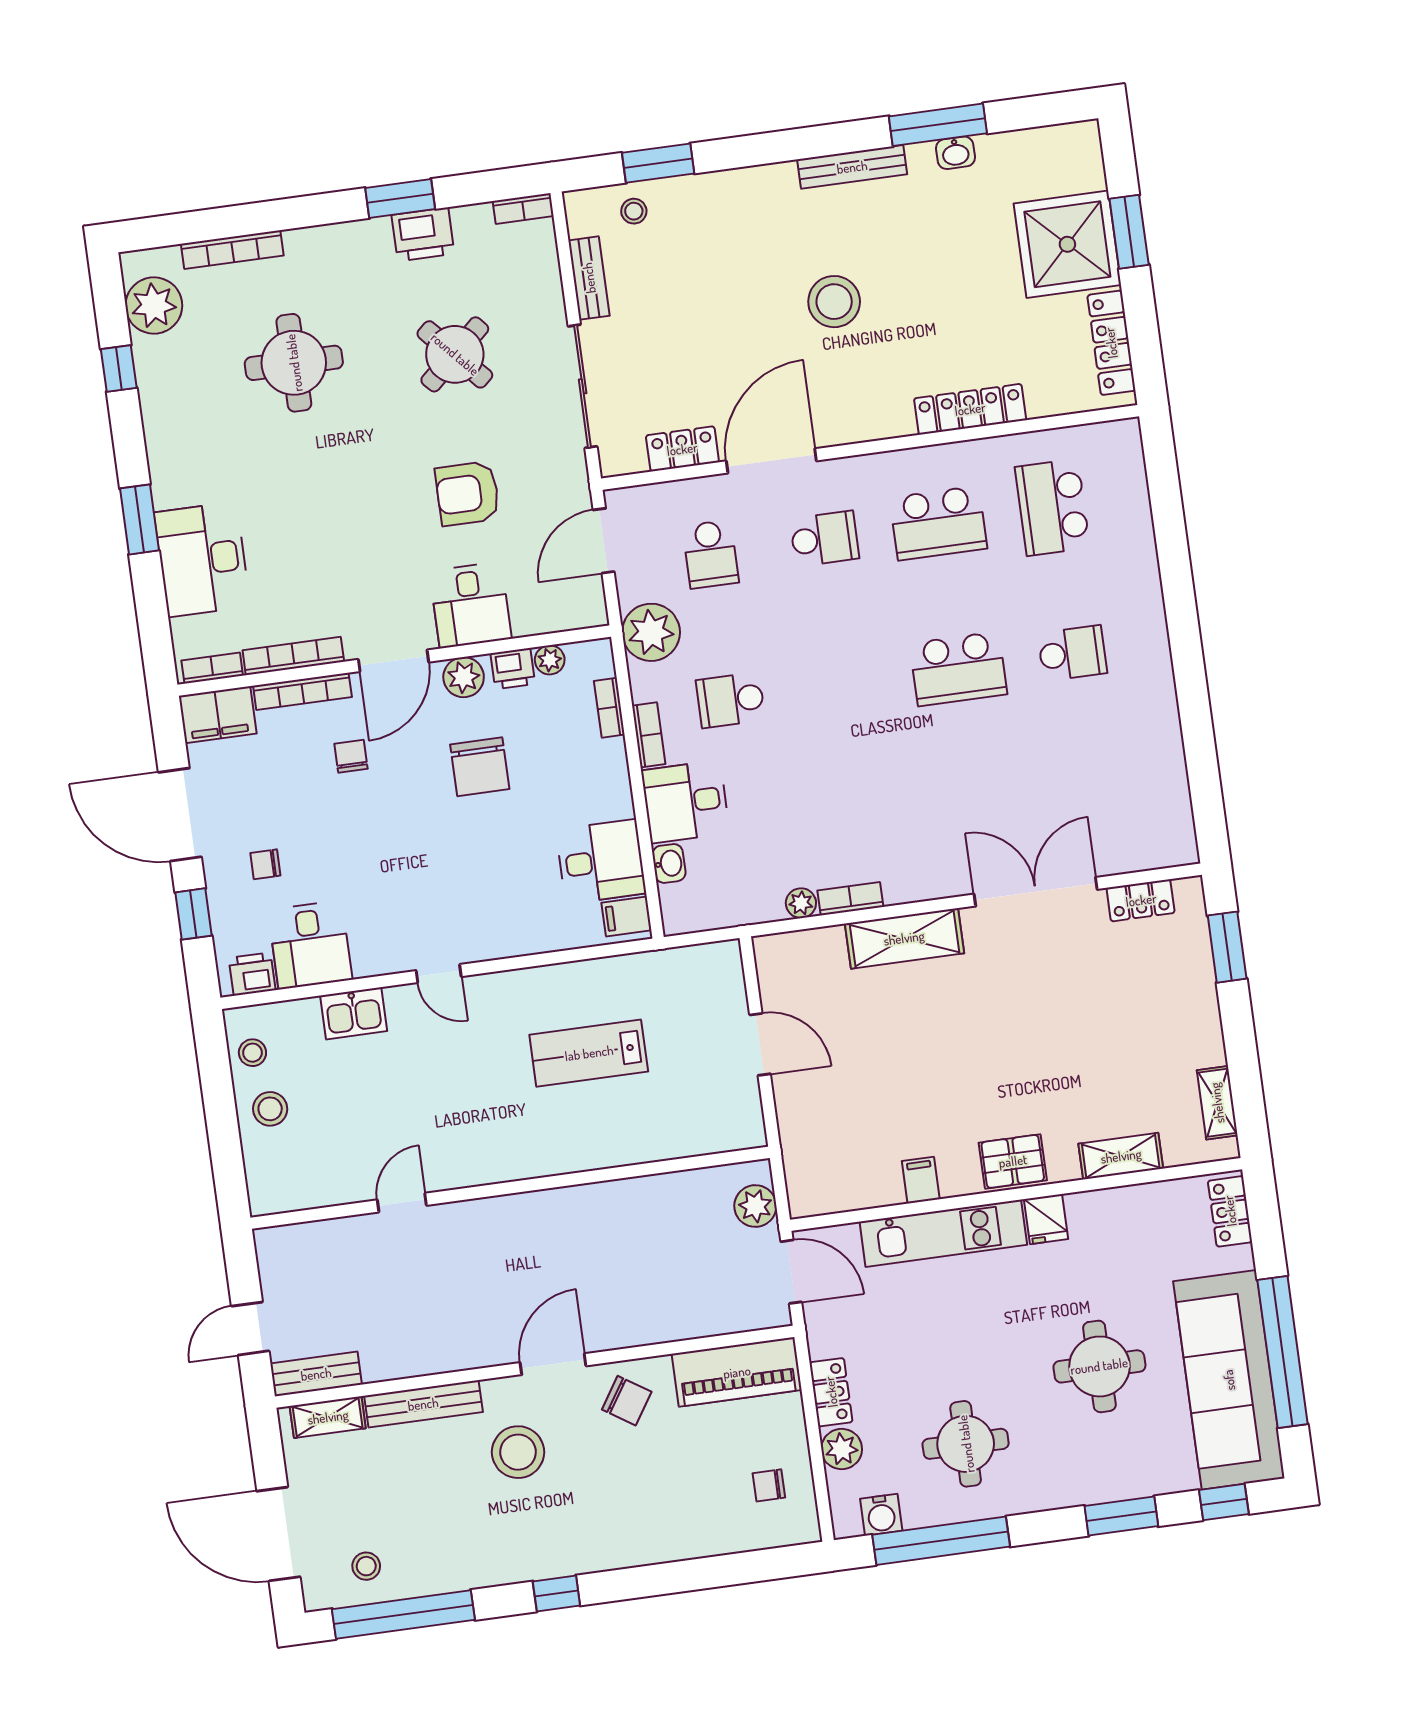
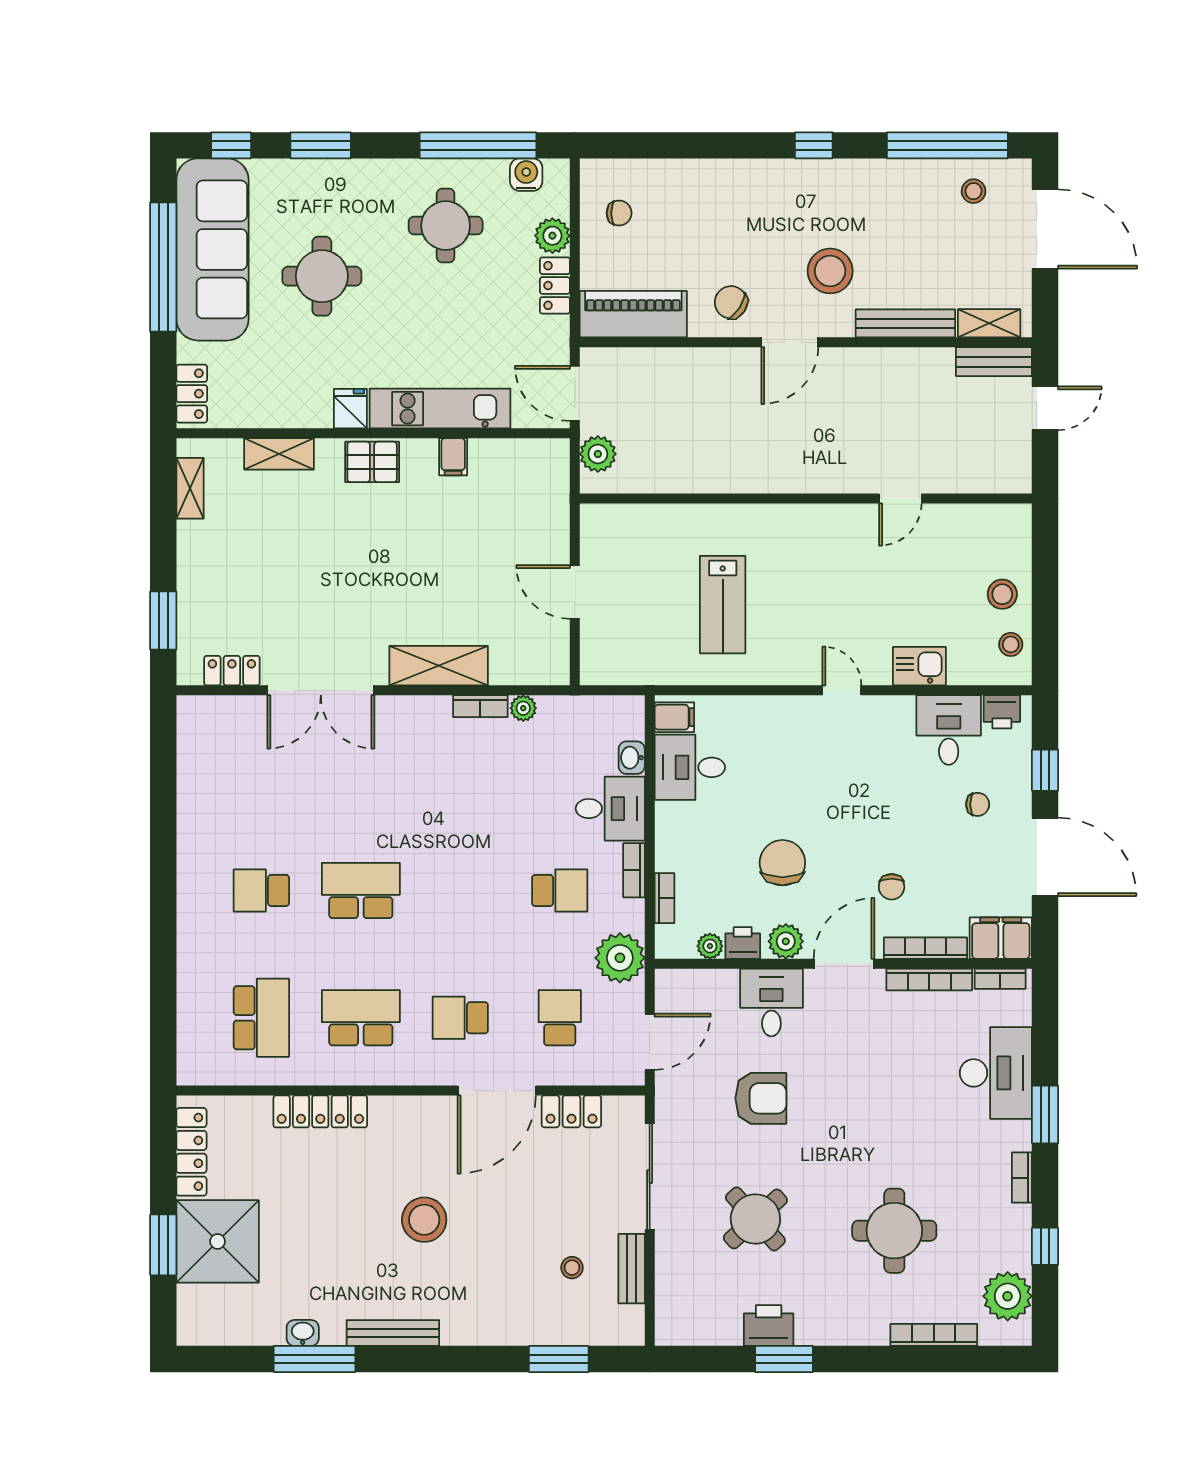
bookcase: (523, 209) -> (1022, 1178), moved, turned -90
stool: (634, 211) -> (572, 1268), moved
lab bench: (589, 1053) -> (723, 605), turned 90

